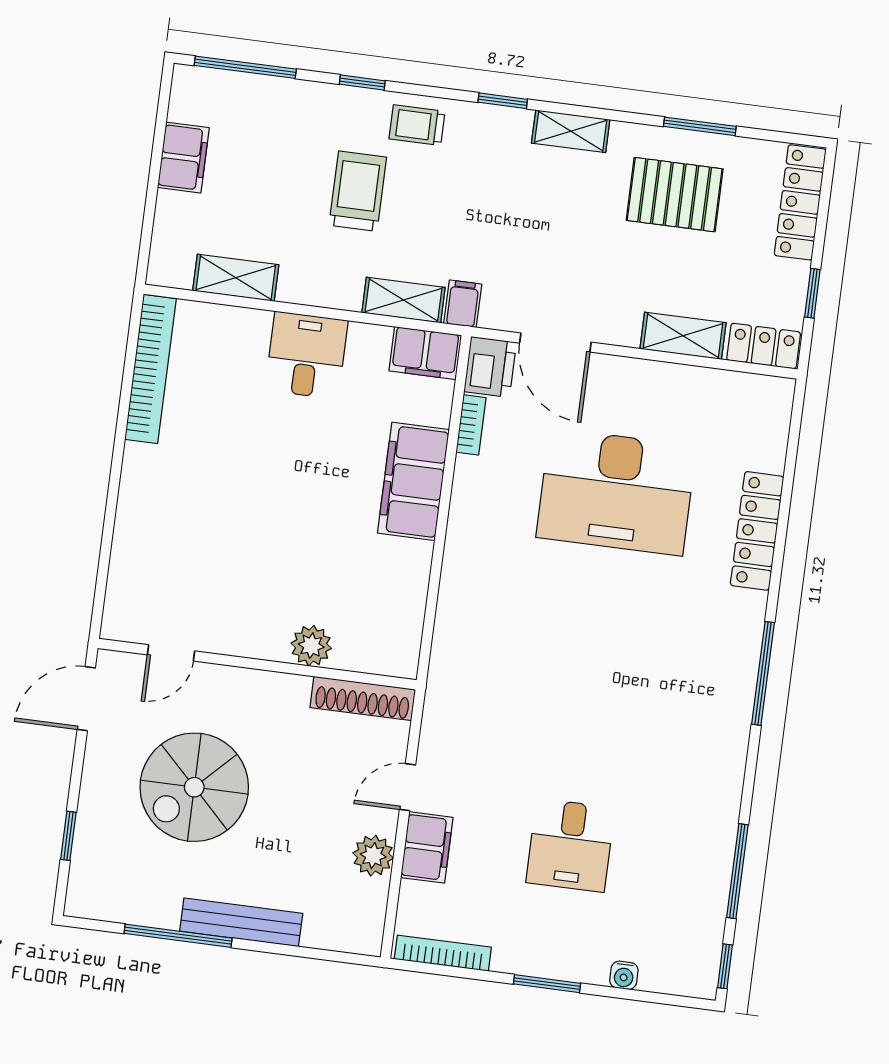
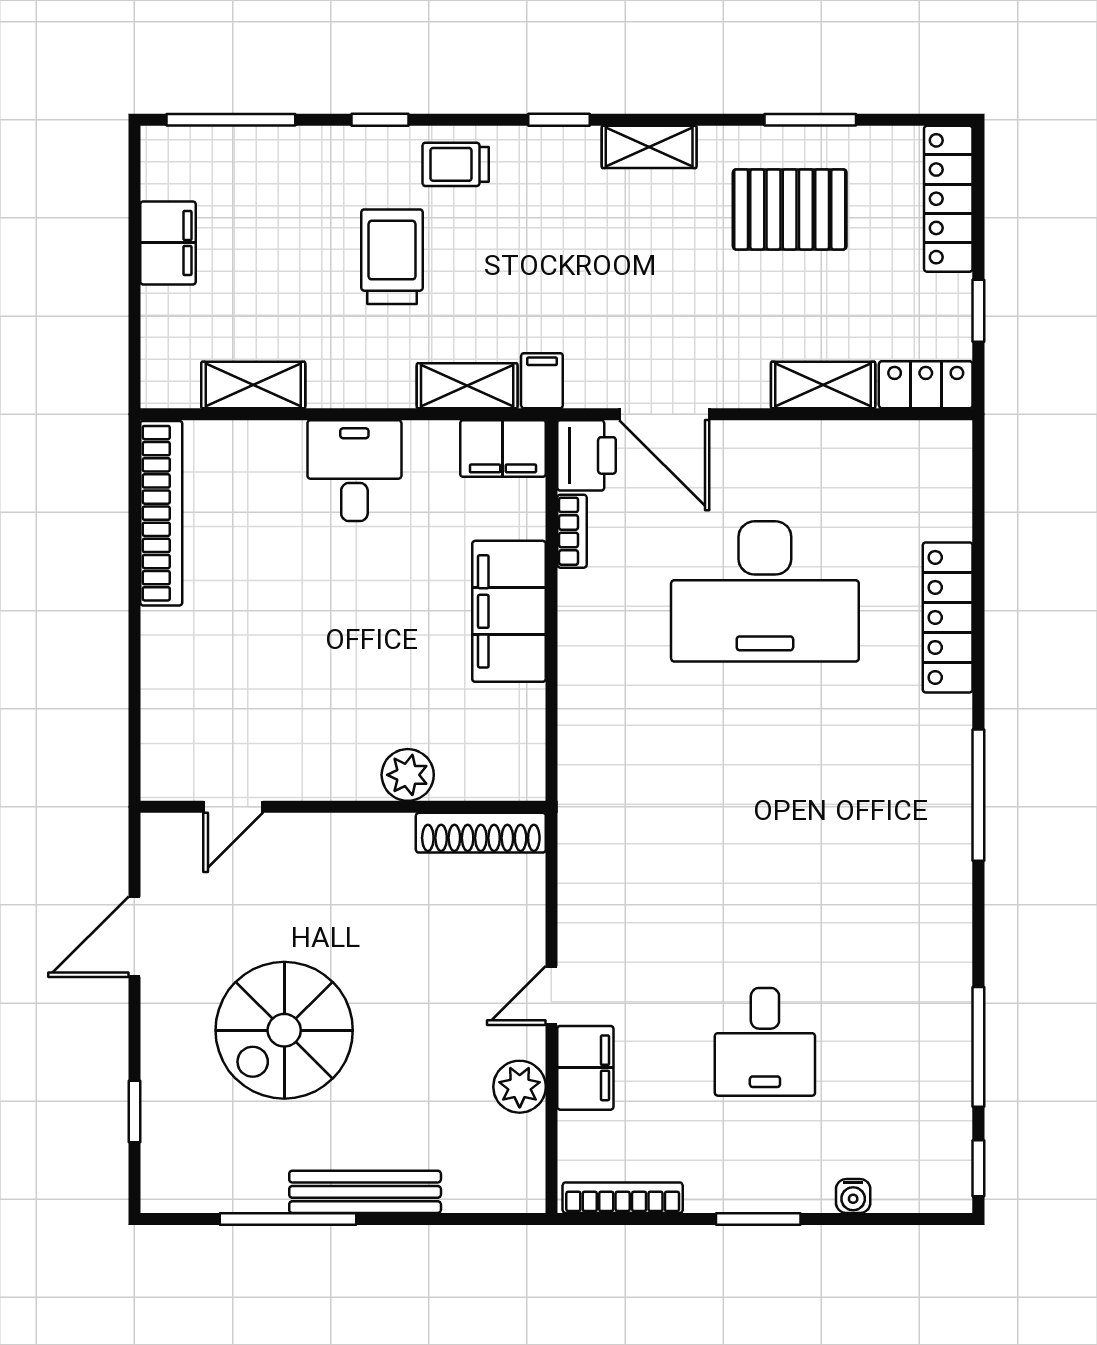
plant: (311, 646) -> (408, 775), moved
door: (171, 653) -> (233, 807), moved
wall: (257, 664) -> (343, 807), moved
shoe rack: (363, 698) -> (481, 833), moved

